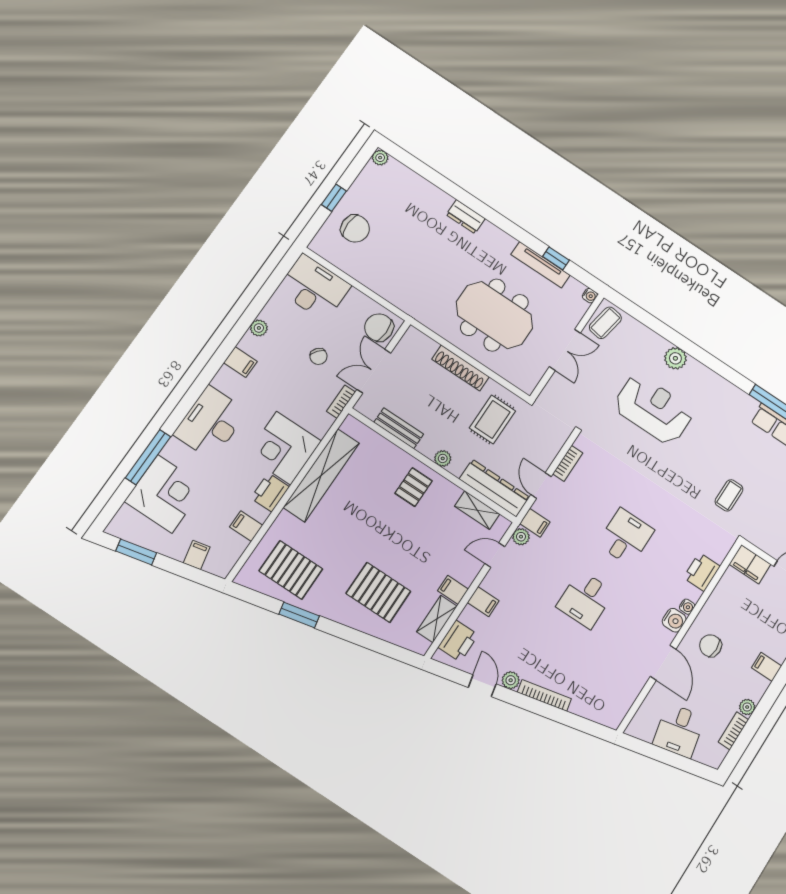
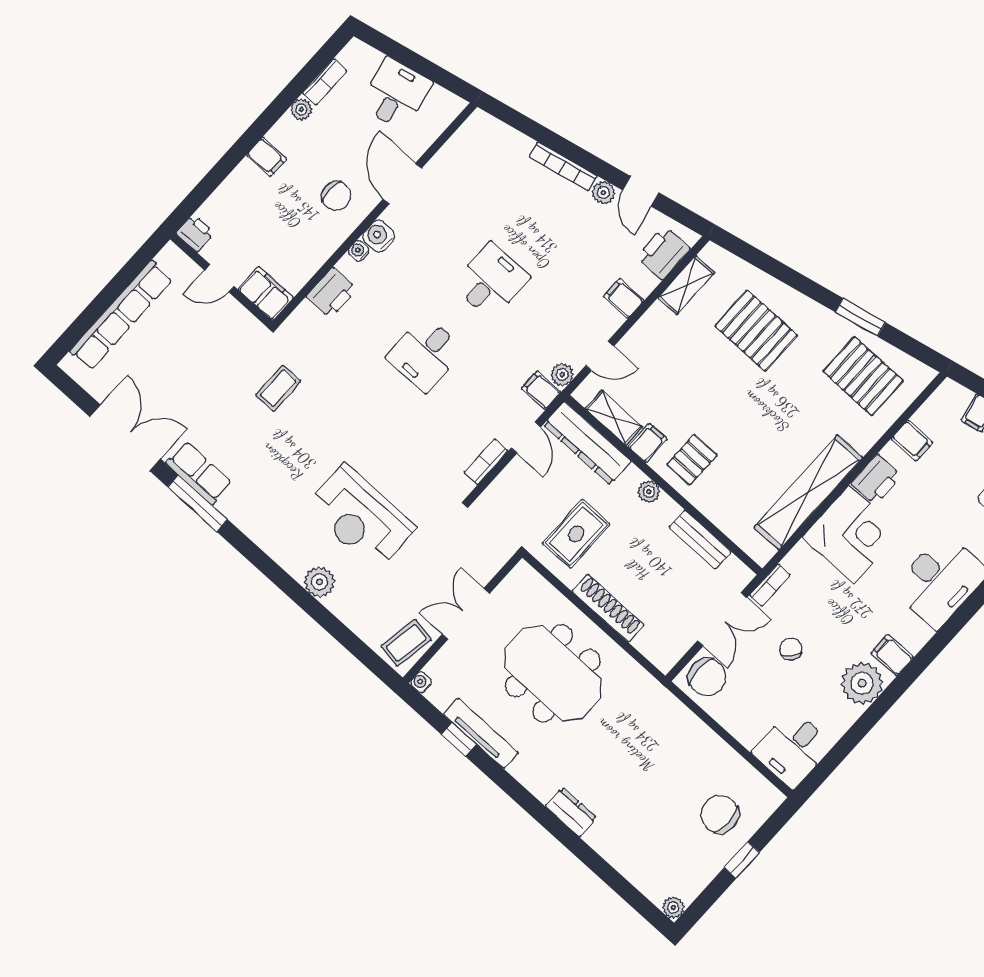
desk: (314, 288) -> (792, 749), width x0.73
plant: (259, 328) -> (862, 683), width x1.87, depth x1.87
filing cabinet: (453, 590) -> (648, 443), moved, turned -90

